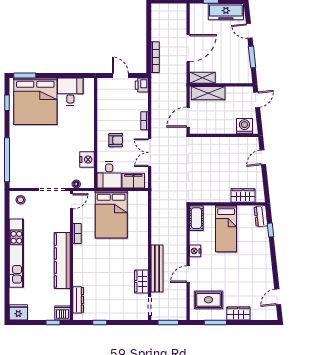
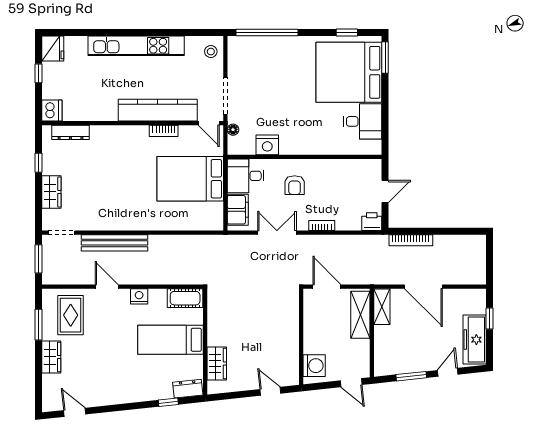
kitchen counter: (62, 261) -> (158, 110), moved
wardrobe: (141, 281) -> (51, 192), moved, turned 90
window: (53, 323) -> (39, 73), moved

